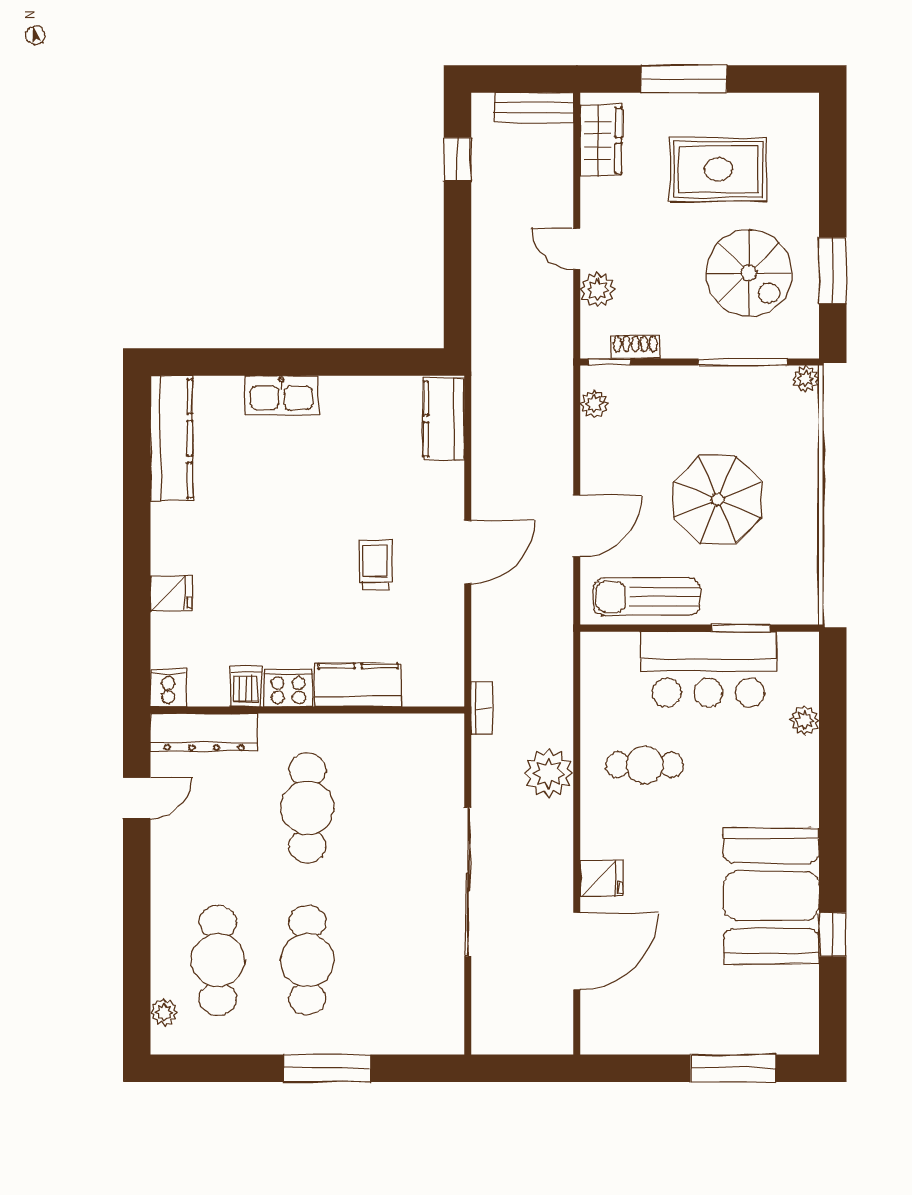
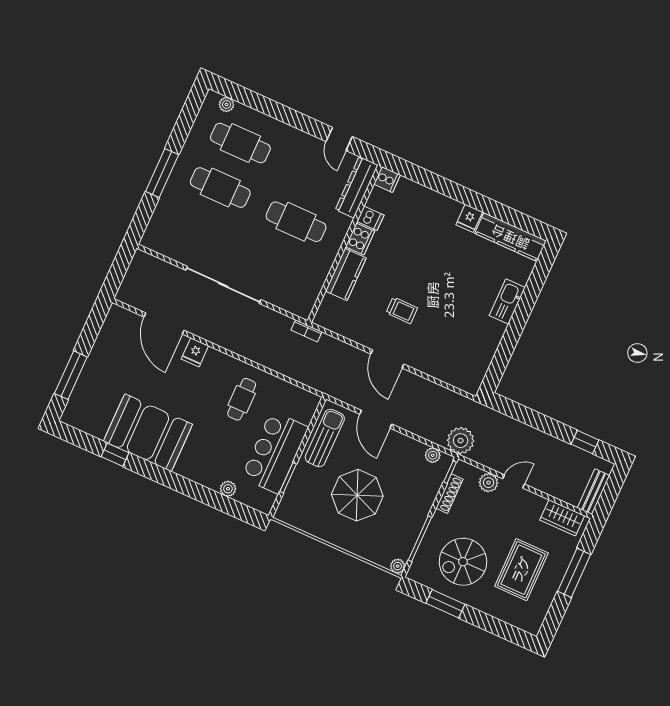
shoe rack: (635, 347) -> (449, 494), width x1.43
kitchen counter: (444, 419) -> (459, 377), removed
fridge: (171, 593) -> (469, 218), moved
plant: (549, 773) -> (461, 441), moved

